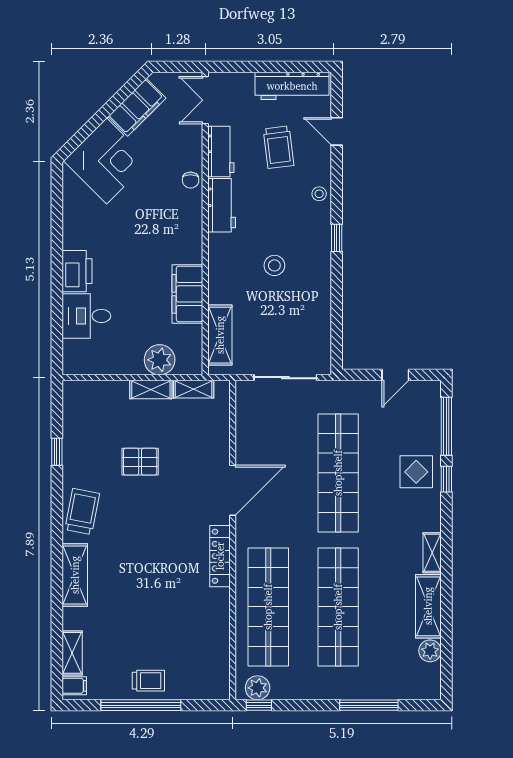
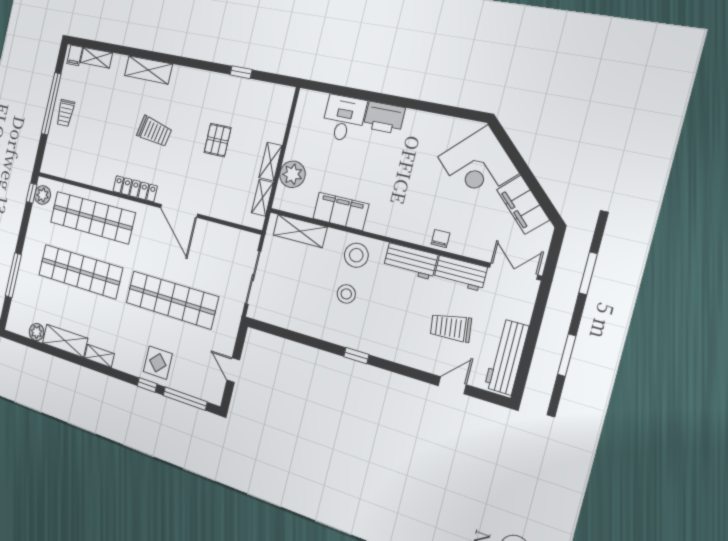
chair: (191, 180) -> (440, 239), turned 90
stool: (319, 194) -> (356, 255), moved, width x1.89, depth x1.89
trolley: (82, 511) -> (154, 131), moved

